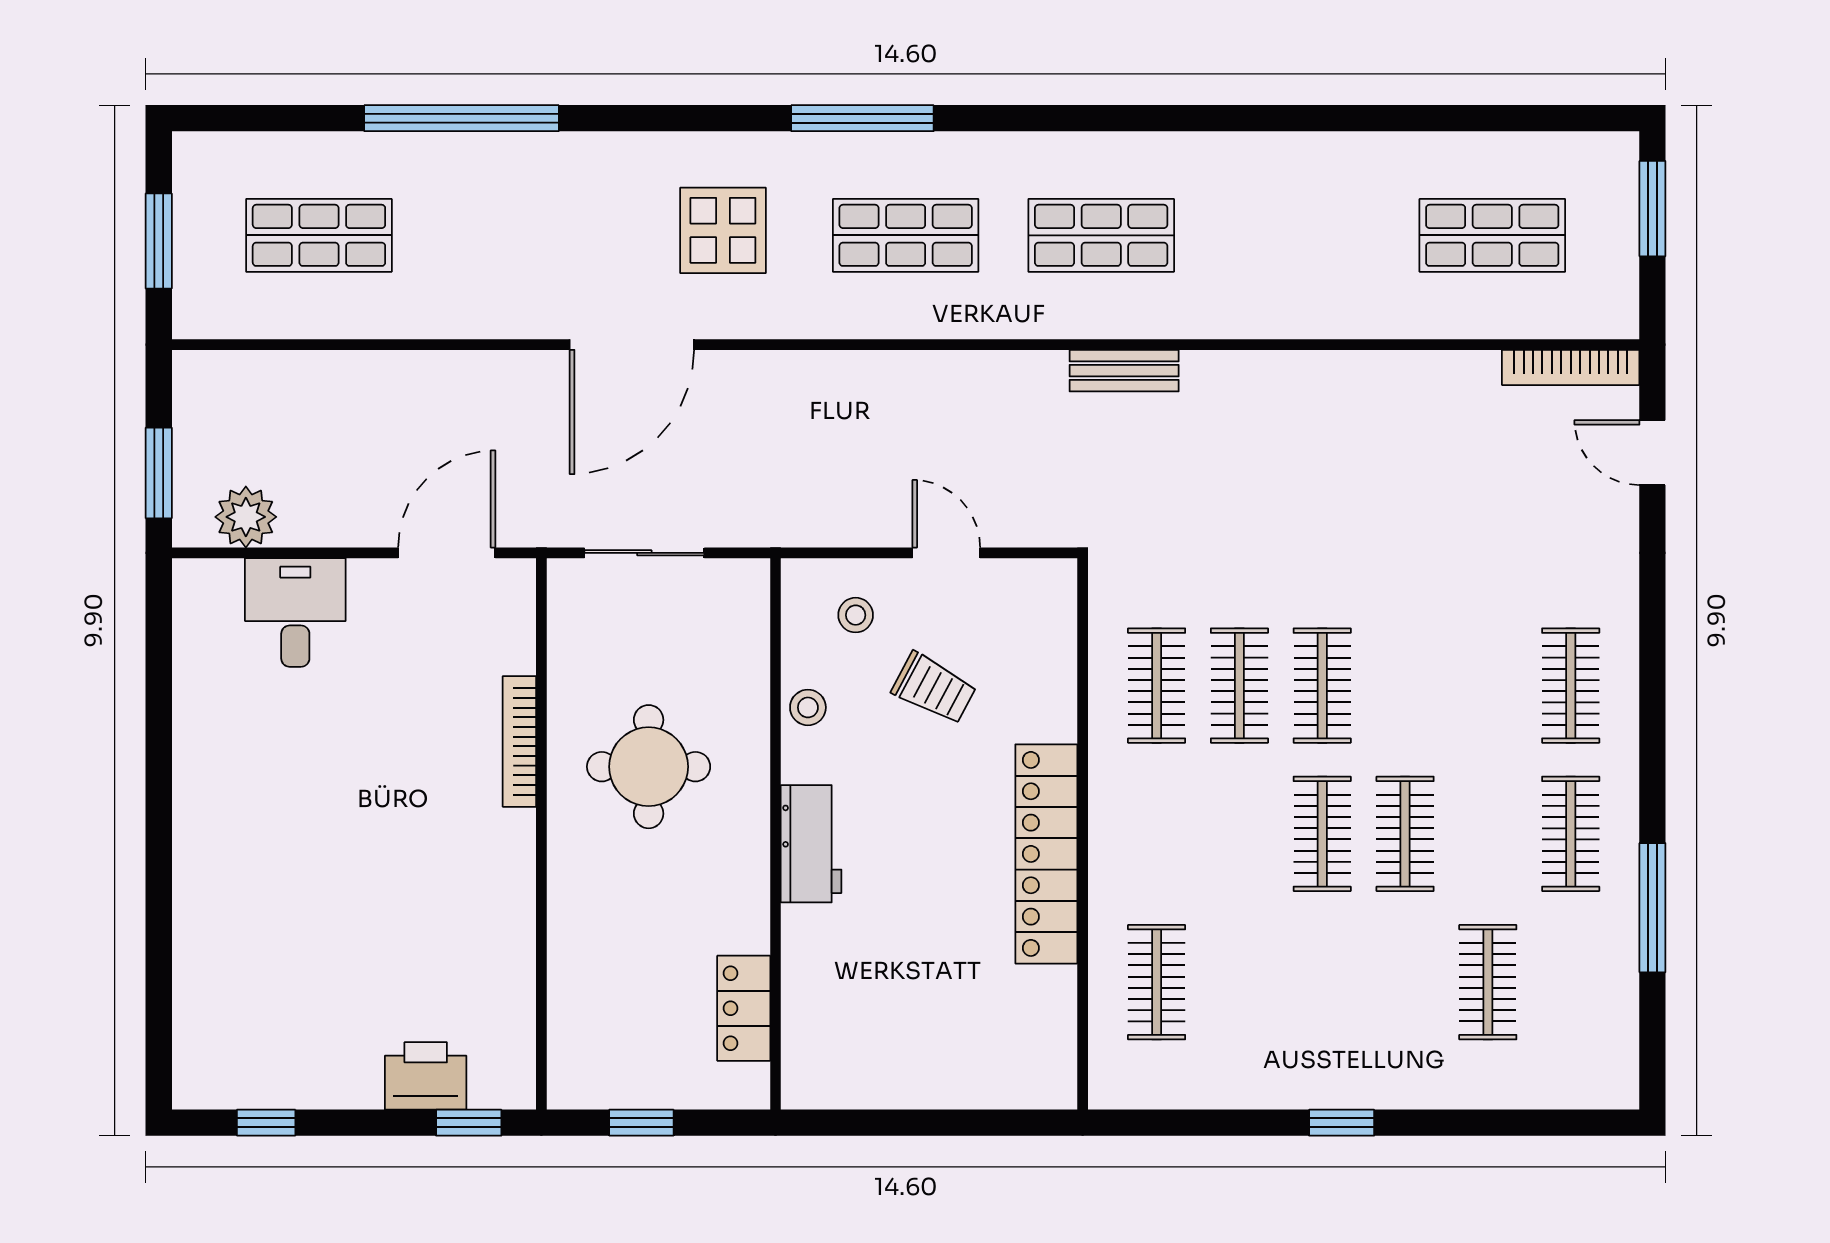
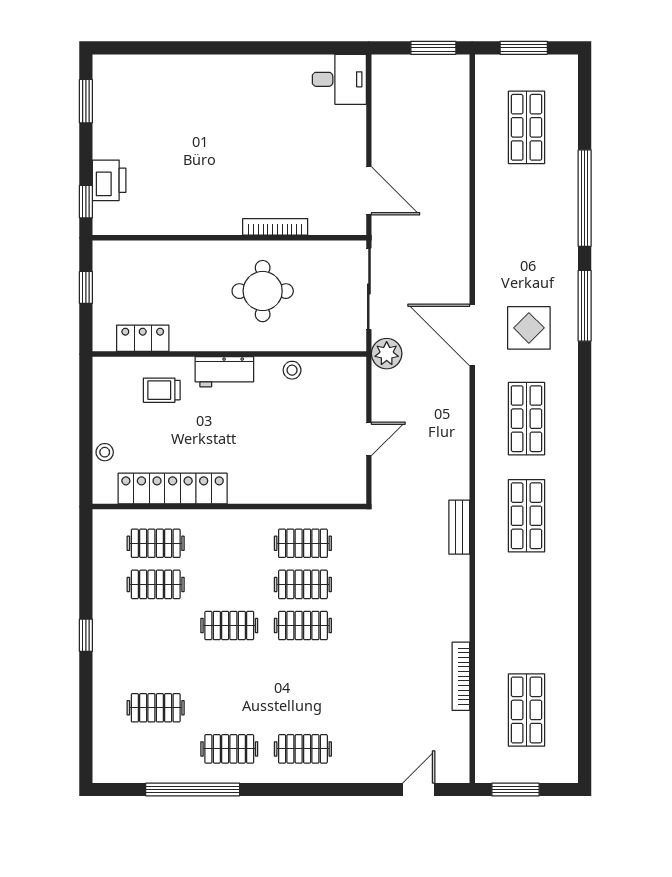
window: (862, 118) -> (585, 306), moved
window: (1652, 209) -> (515, 790), moved
door: (632, 345) -> (472, 335), moved
bookcase: (1571, 367) -> (461, 676), moved
window: (159, 473) -> (433, 48), moved
plant: (246, 517) -> (387, 354), moved
sliding door: (644, 553) -> (369, 289), width x1.37
desk: (295, 612) -> (339, 79), moved
stool: (856, 615) -> (105, 452), moved
trolley: (934, 688) -> (162, 390), moved, turned 62
clothes rail: (1405, 834) -> (156, 584), moved
locker: (1046, 854) -> (173, 489), moved
window: (1652, 908) -> (193, 790), width x1.46
window: (266, 1123) -> (86, 101), width x1.50

